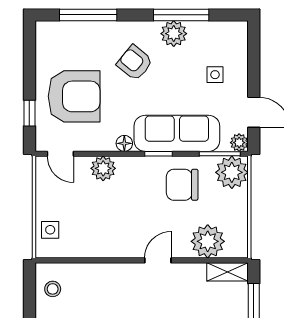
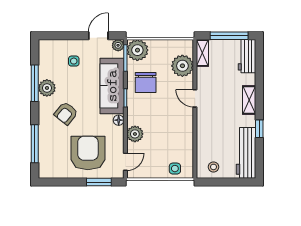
window: (29, 113) -> (99, 182), width x1.50

